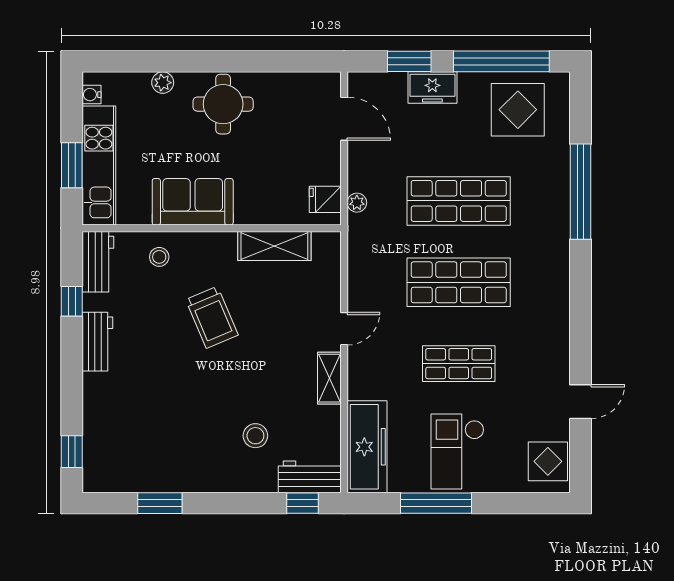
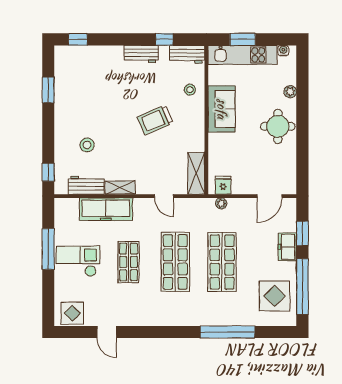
shelving: (274, 246) -> (196, 173), moved
door: (344, 329) -> (164, 196), moved
freezer: (367, 447) -> (106, 209), moved
workbench: (309, 477) -> (86, 185), moved, turned -90

